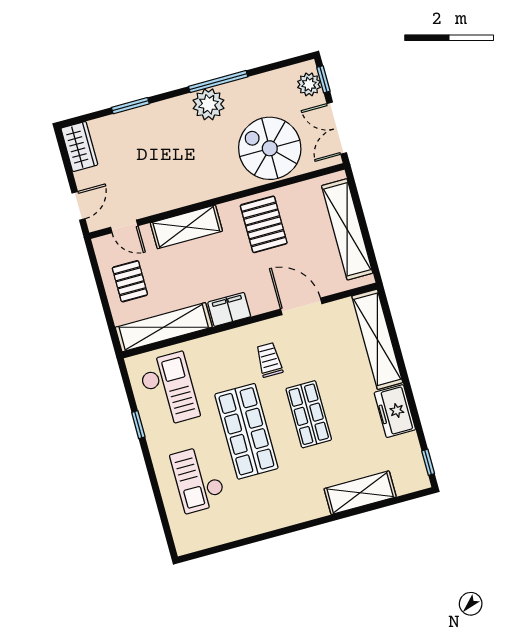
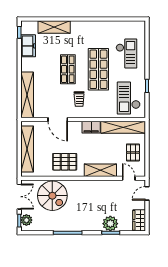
plant: (209, 104) -> (110, 224), moved
pallet: (264, 224) -> (65, 162), turned 90
freezer: (395, 411) -> (28, 46), moved

